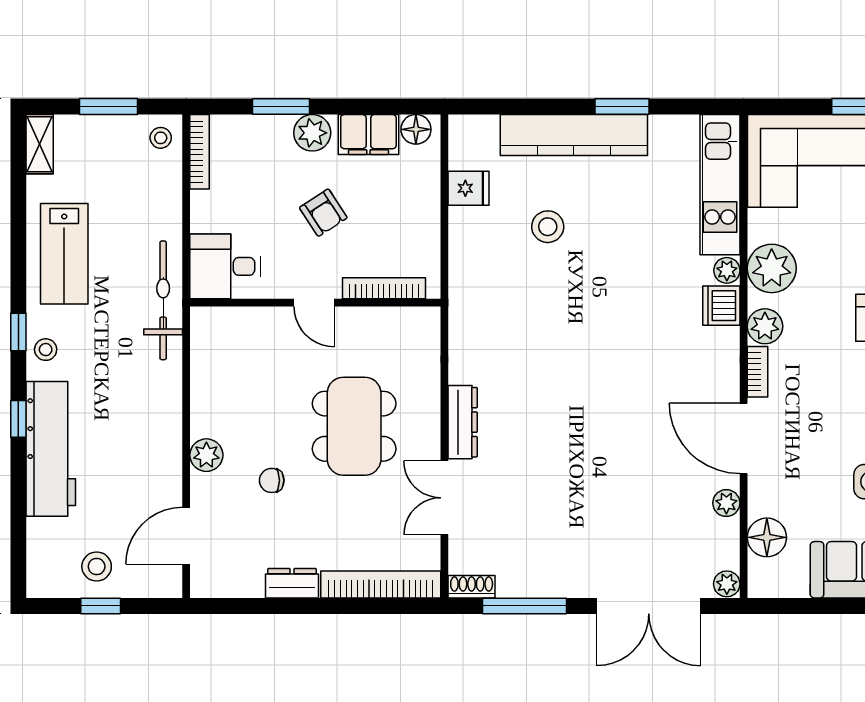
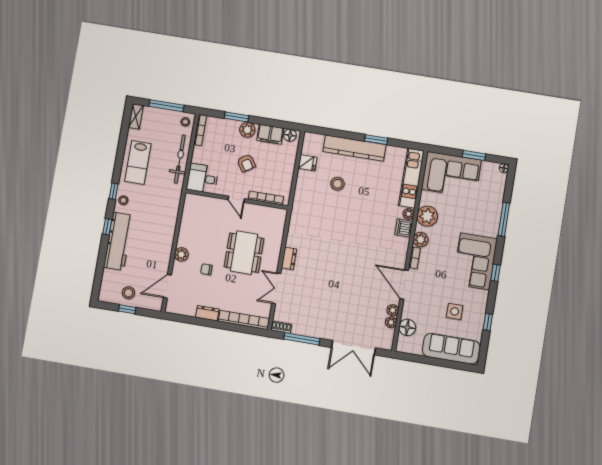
window: (109, 106) -> (166, 106), width x1.44
bicycle: (163, 300) -> (180, 159), moved
dresser: (463, 422) -> (289, 258), width x0.70
plant: (727, 584) -> (391, 322), moved

